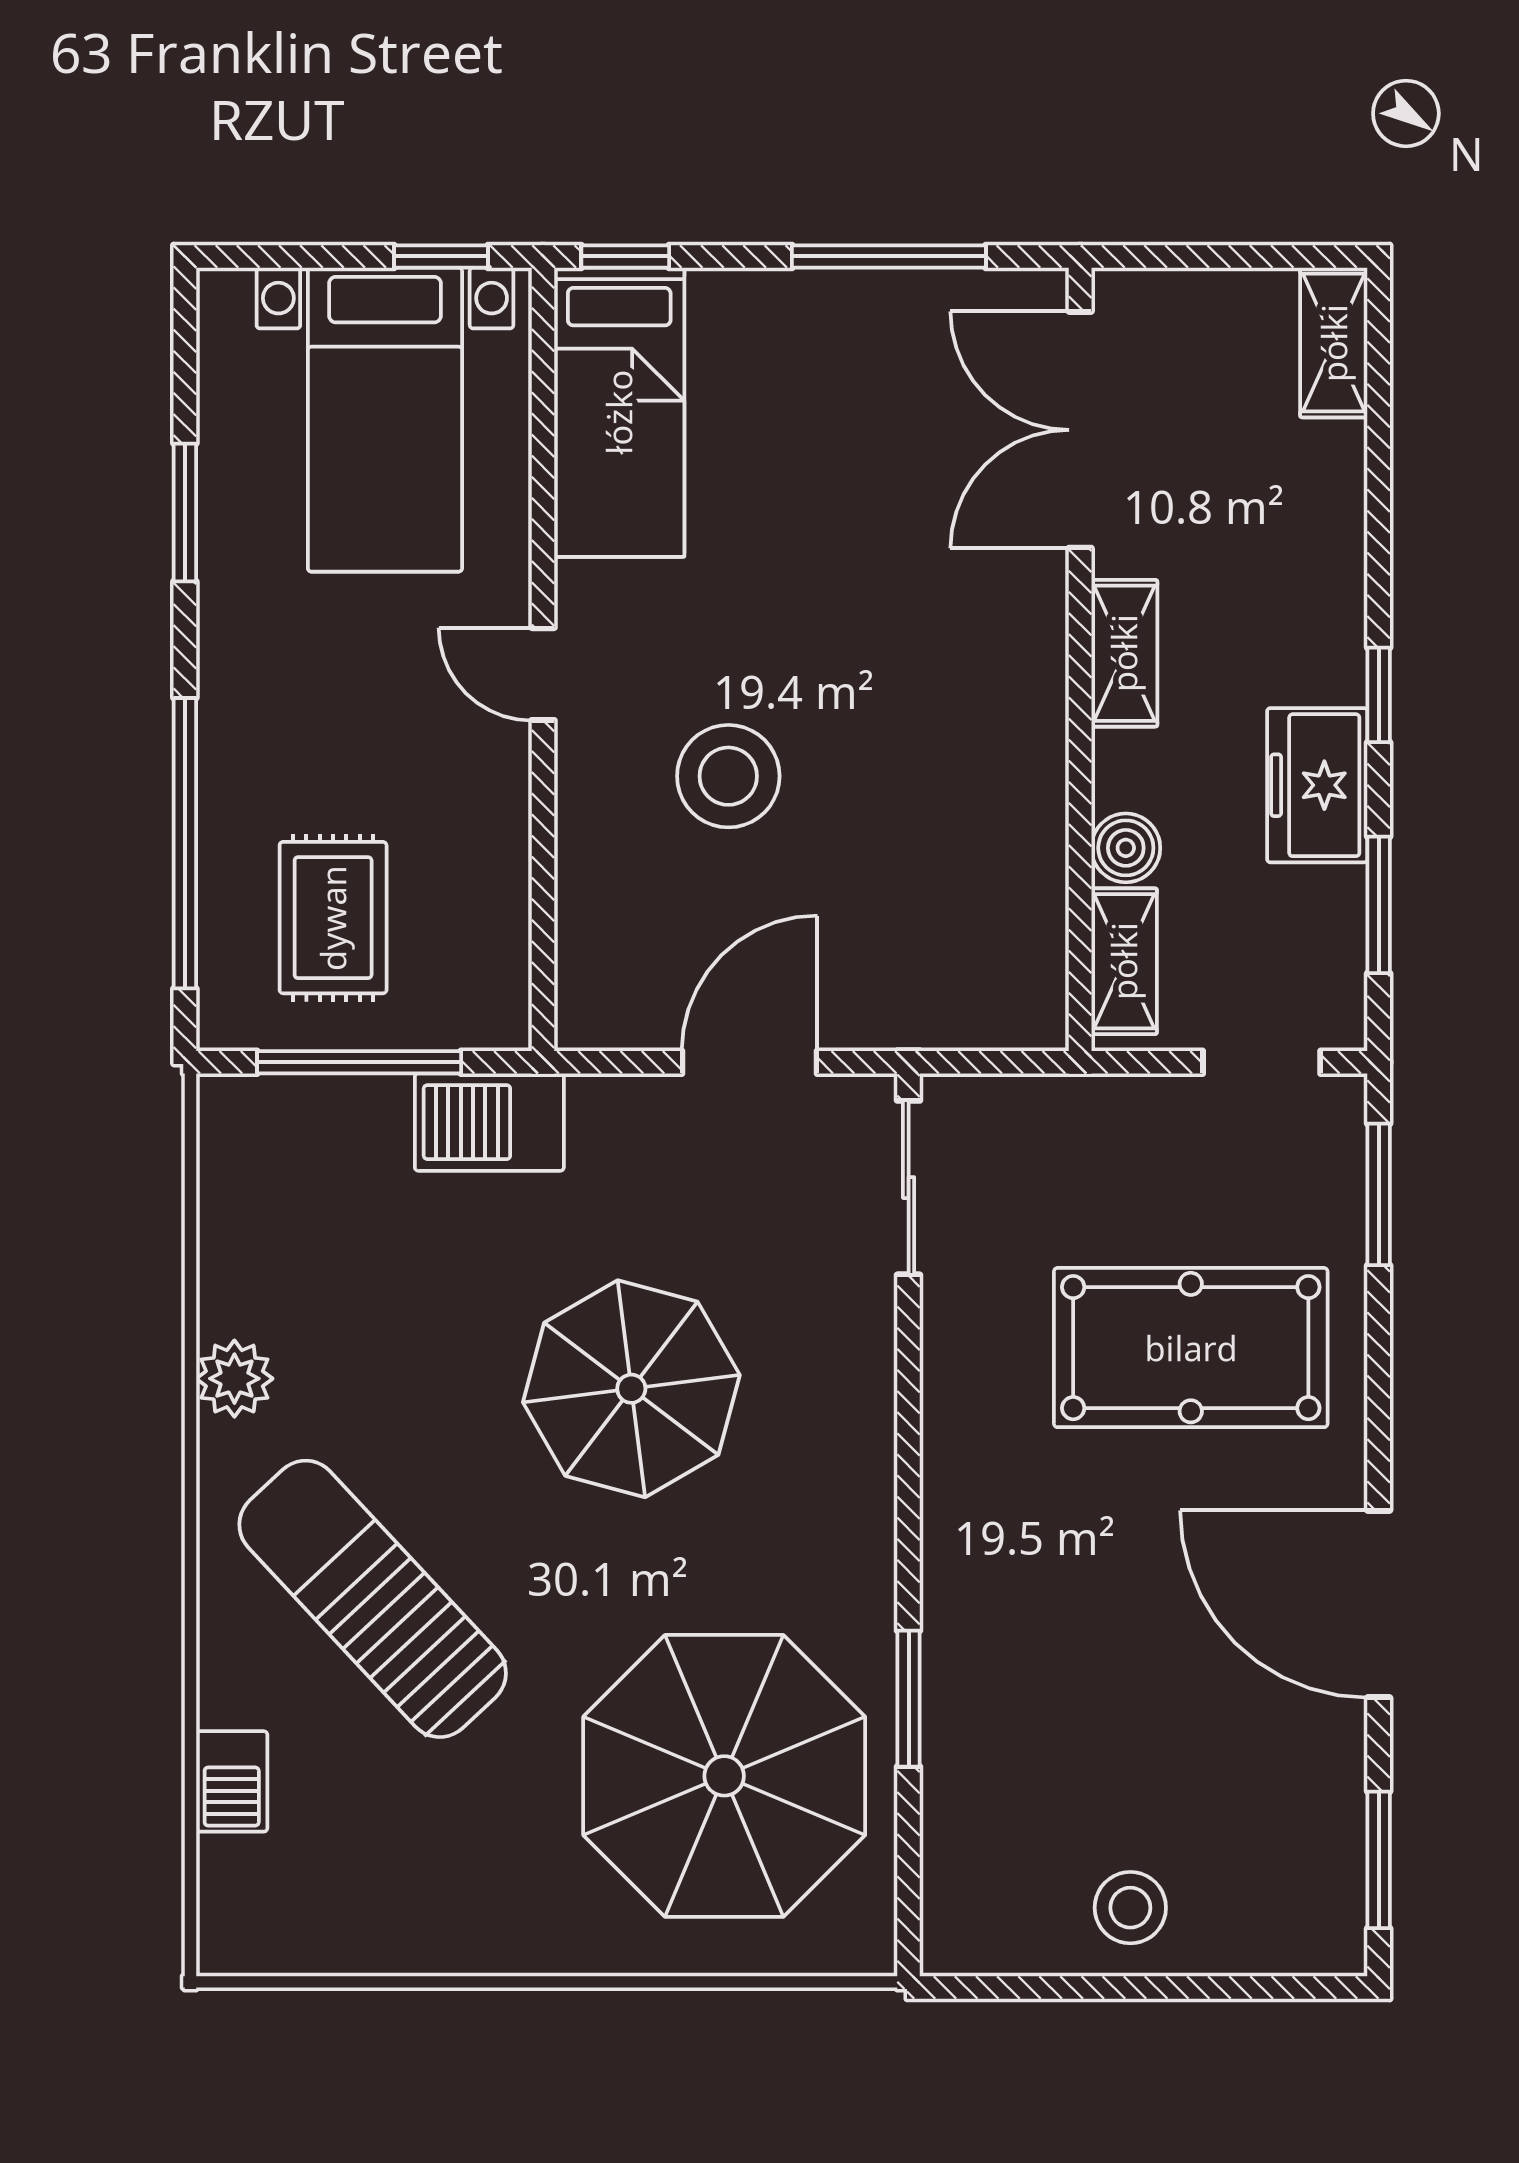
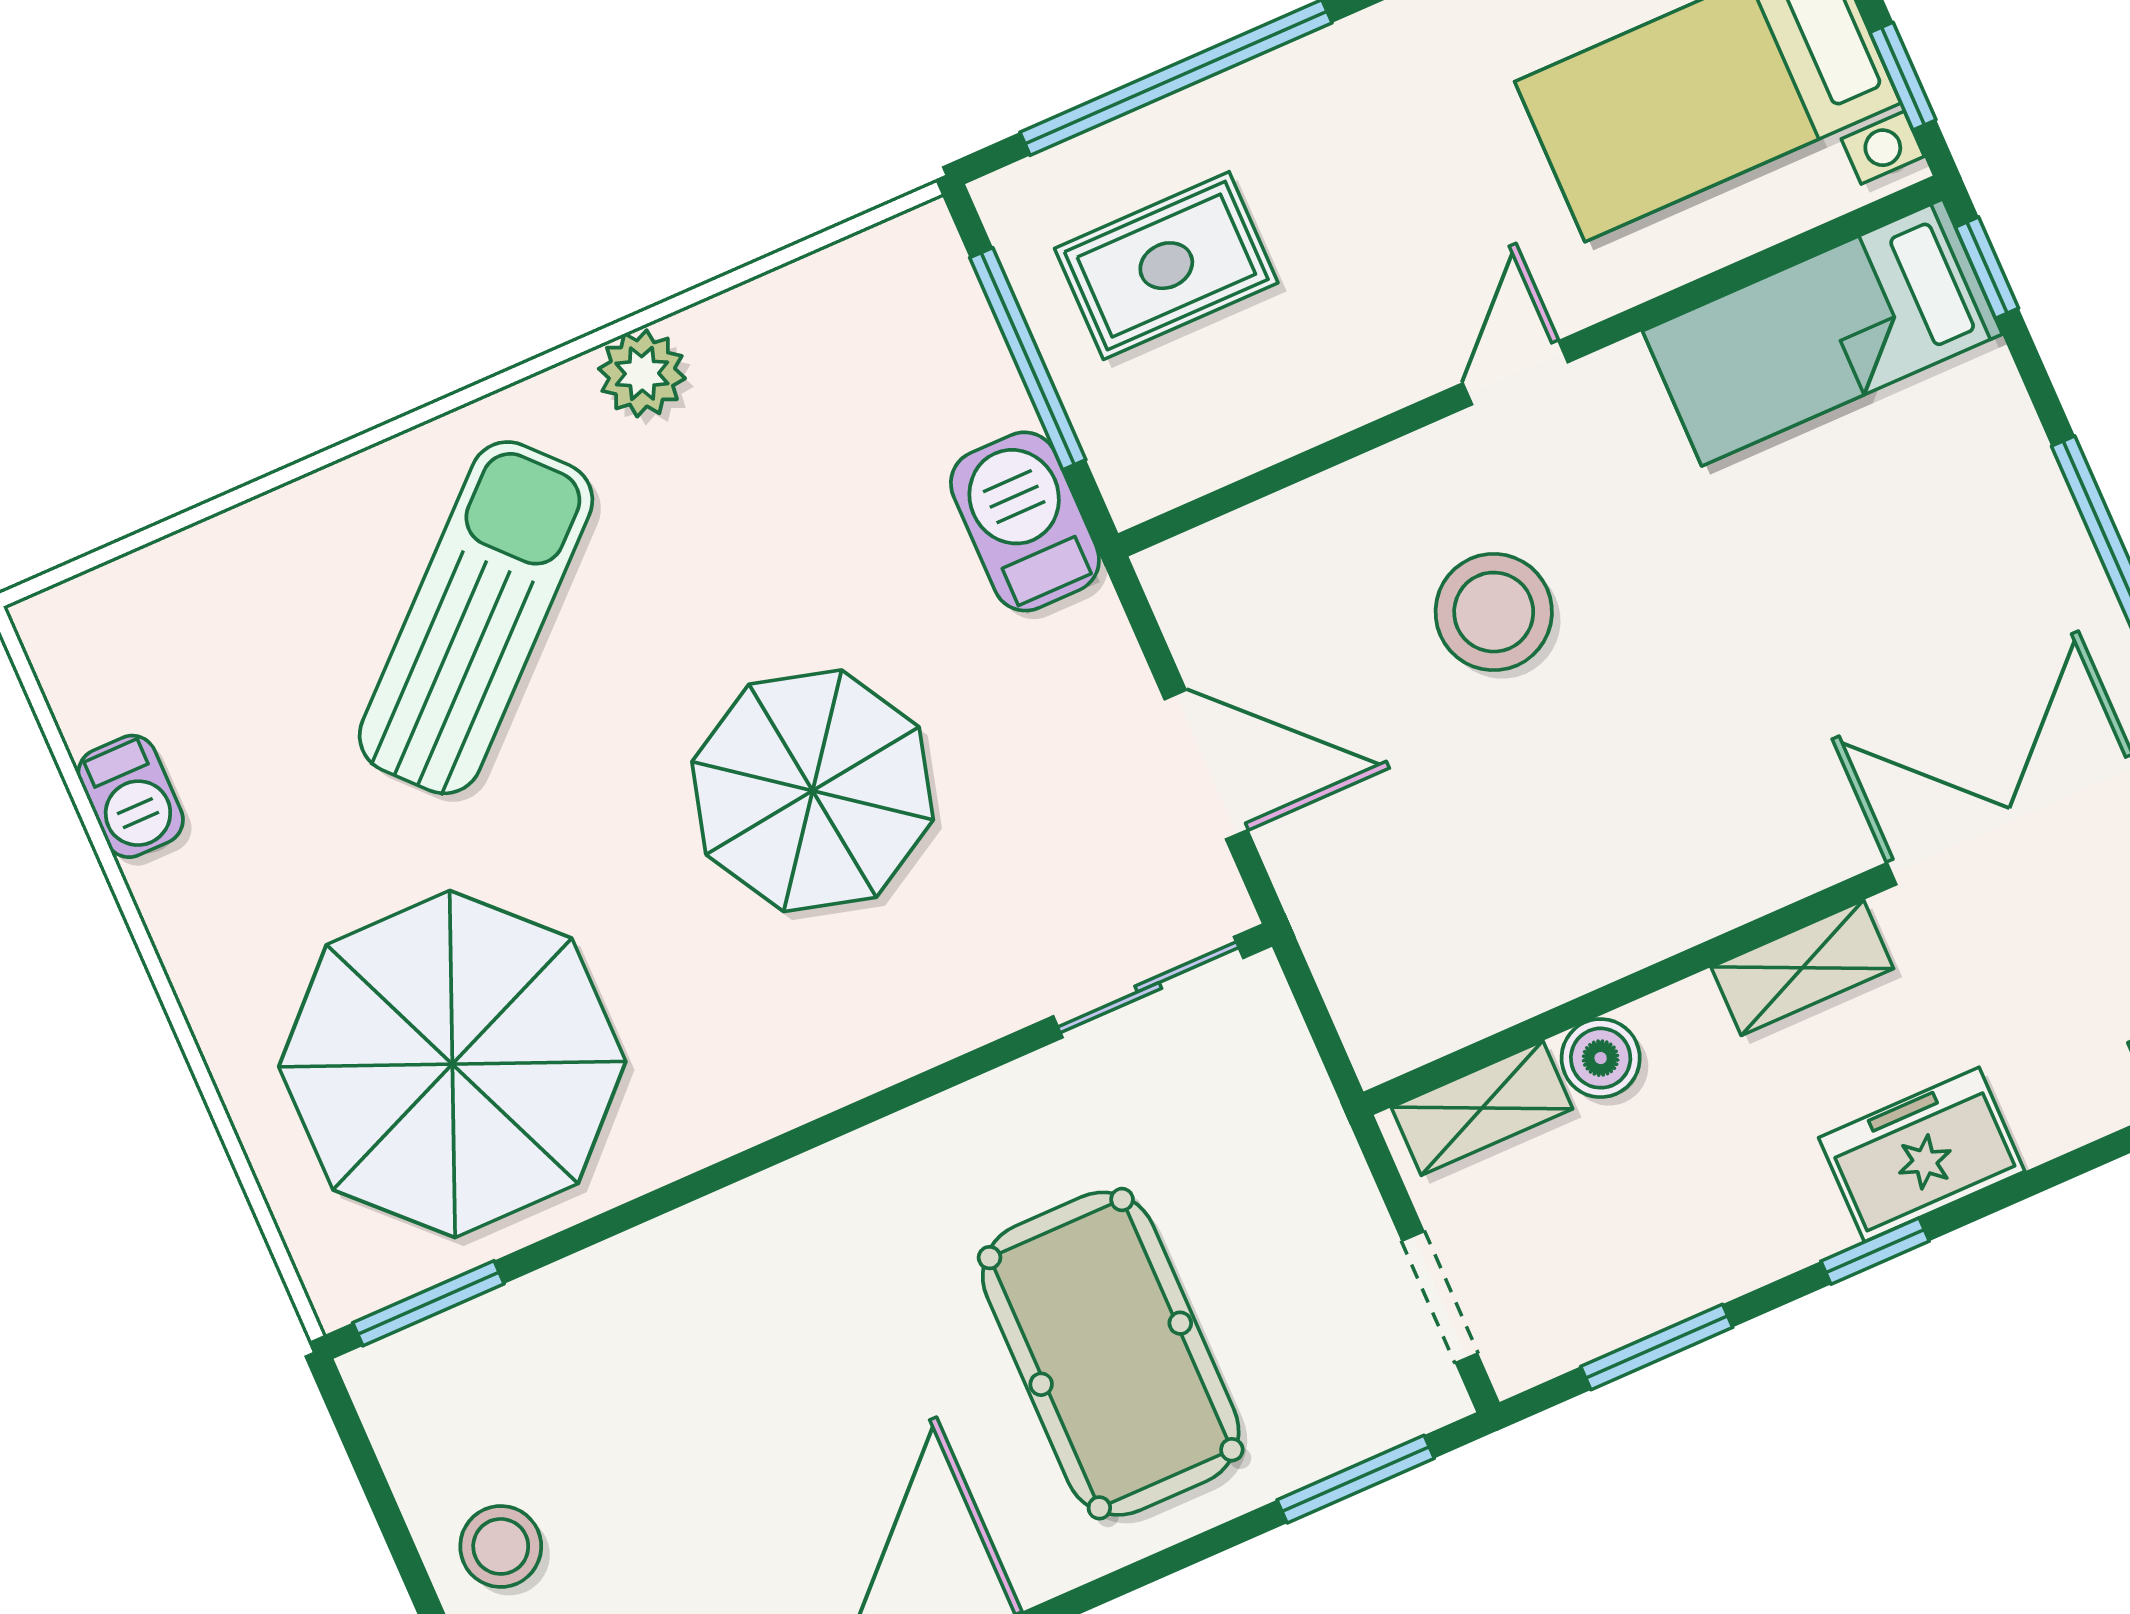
freezer: (1317, 785) -> (1922, 1155), moved
window: (909, 1699) -> (428, 1303), moved
barbecue: (232, 1781) -> (131, 796), moved, turned -90

